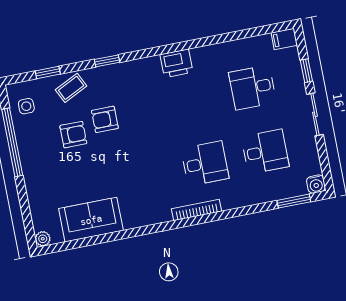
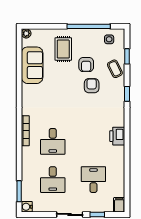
rug: (56, 175) -> (63, 49), added

